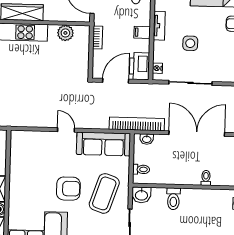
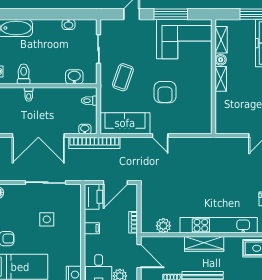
tv unit: (159, 26) -> (76, 235), removed
nightstand: (157, 68) -> (77, 195), removed
armchair: (68, 189) -> (165, 92), moved, turned -90
coffee table: (104, 193) -> (123, 77), width x0.73, depth x0.76
washbasin: (141, 195) -> (74, 77), moved
toilet: (173, 199) -> (24, 74), moved

